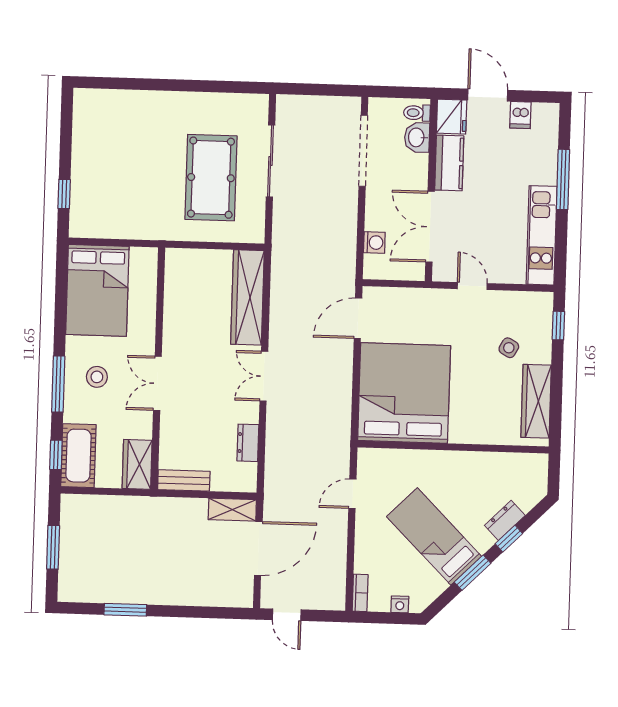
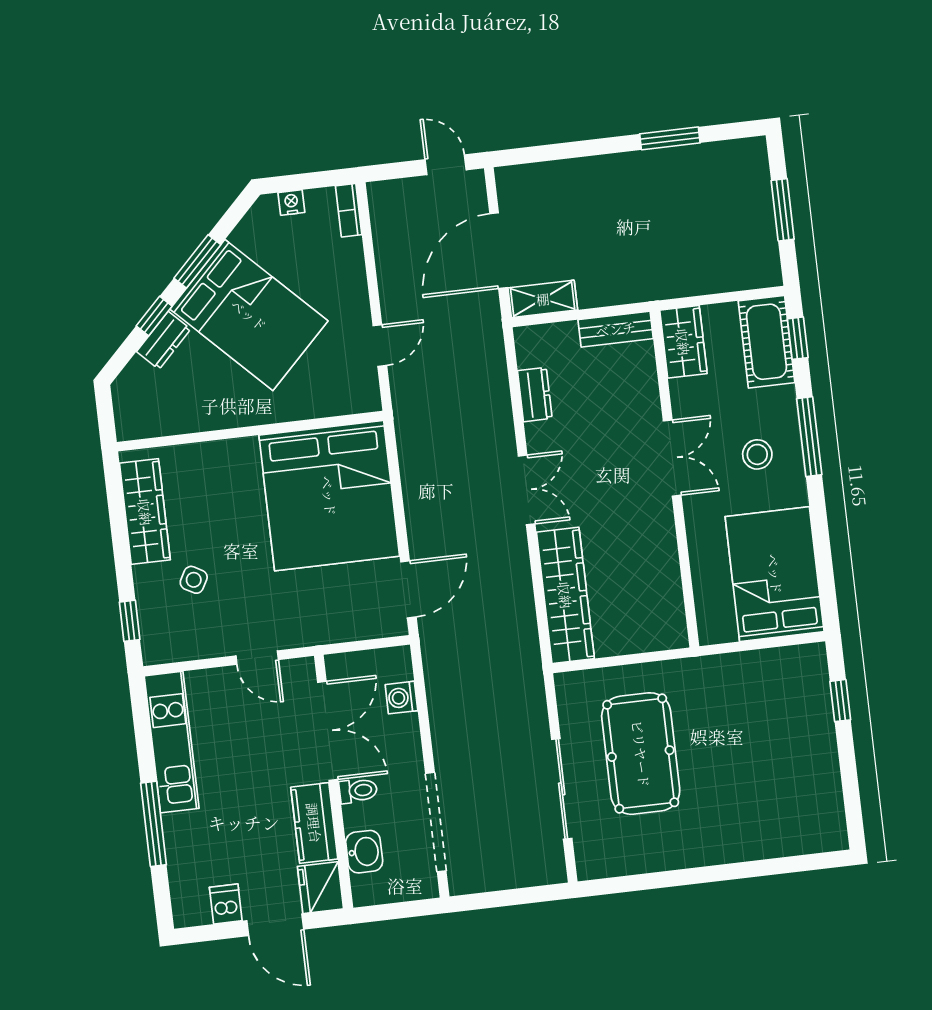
toilet: (417, 113) -> (358, 791), moved
bed: (434, 536) -> (249, 315), width x1.50

